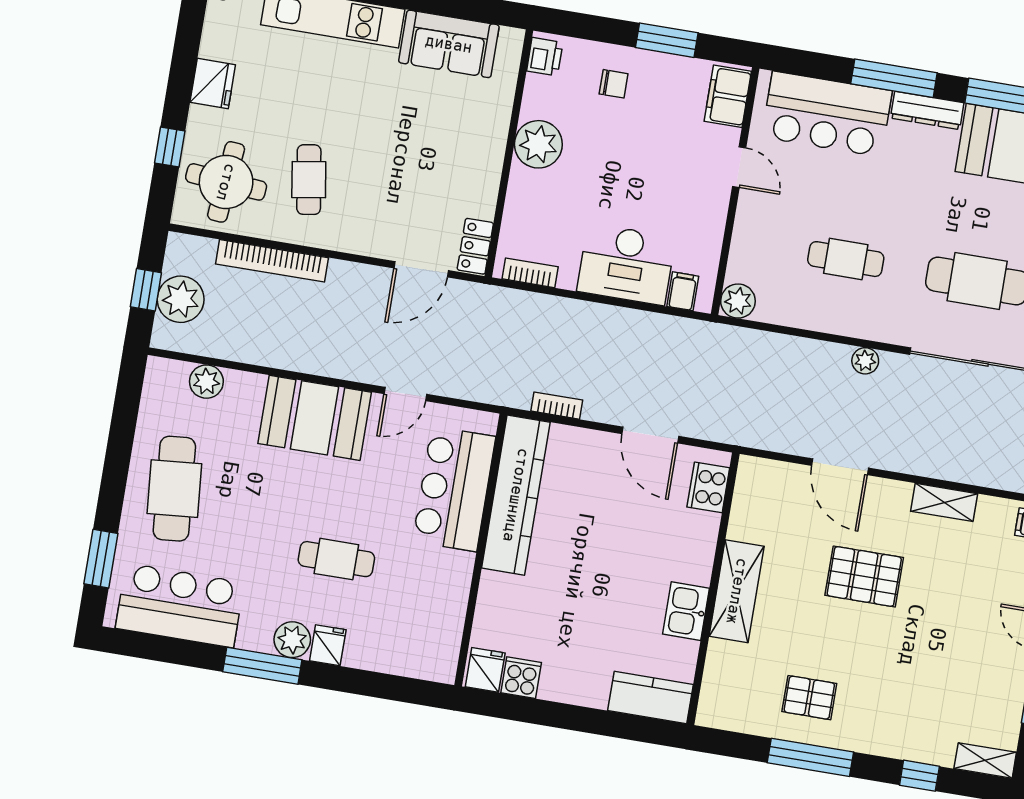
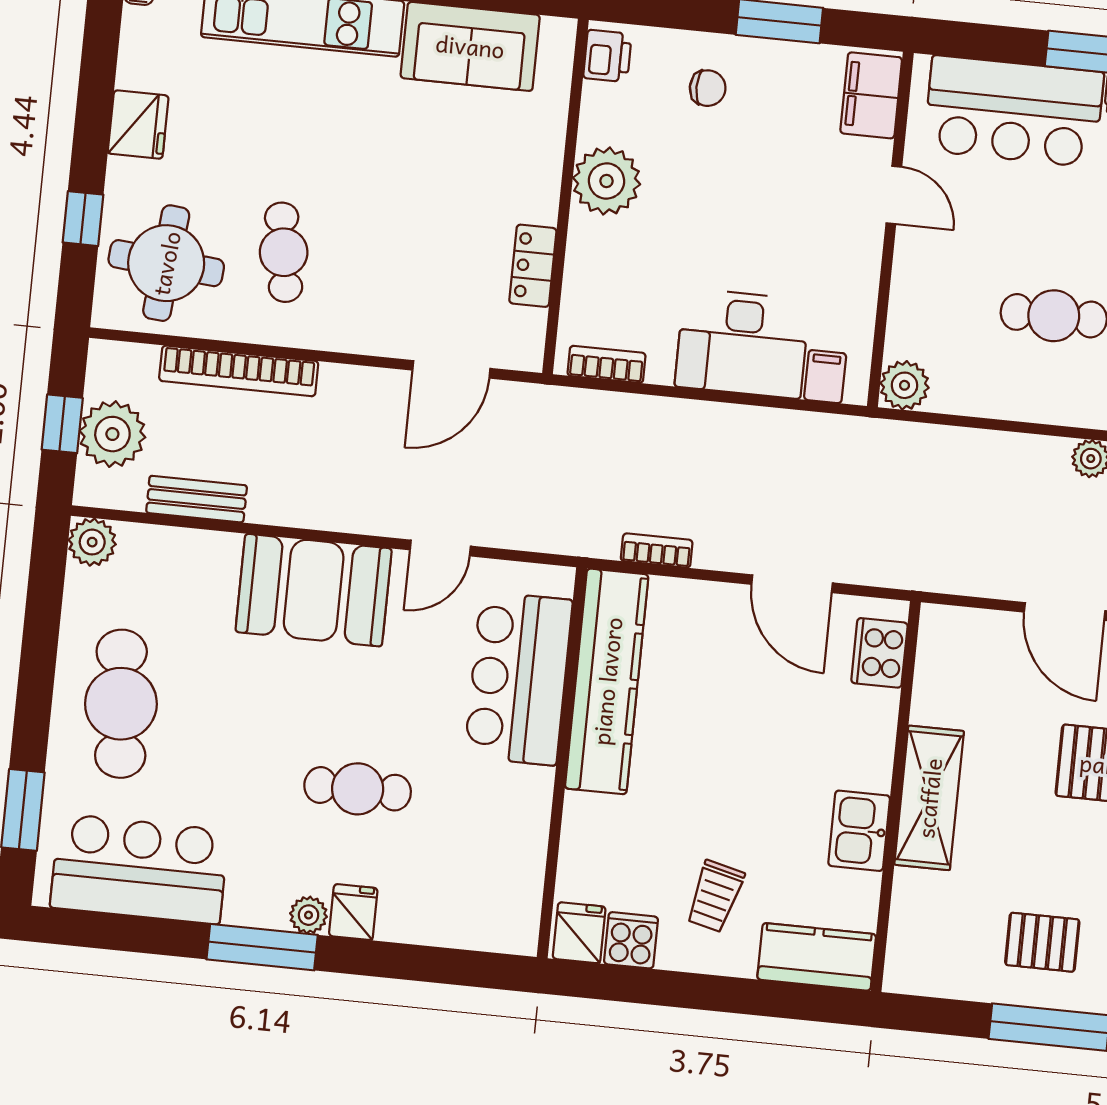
locker: (475, 246) -> (533, 266), moved
bench: (237, 349) -> (197, 499), added
plant: (206, 382) -> (92, 542), moved
plant: (292, 640) -> (309, 915), width x0.73, depth x0.73
trolley: (582, 651) -> (715, 896), added

